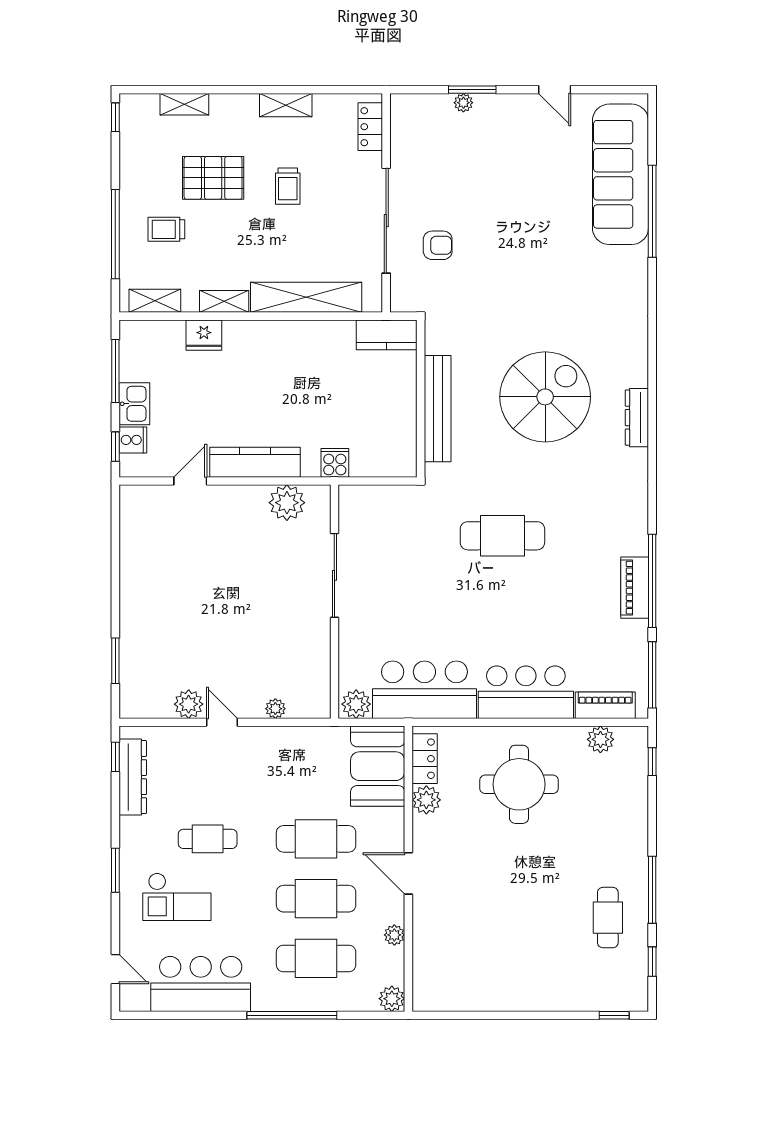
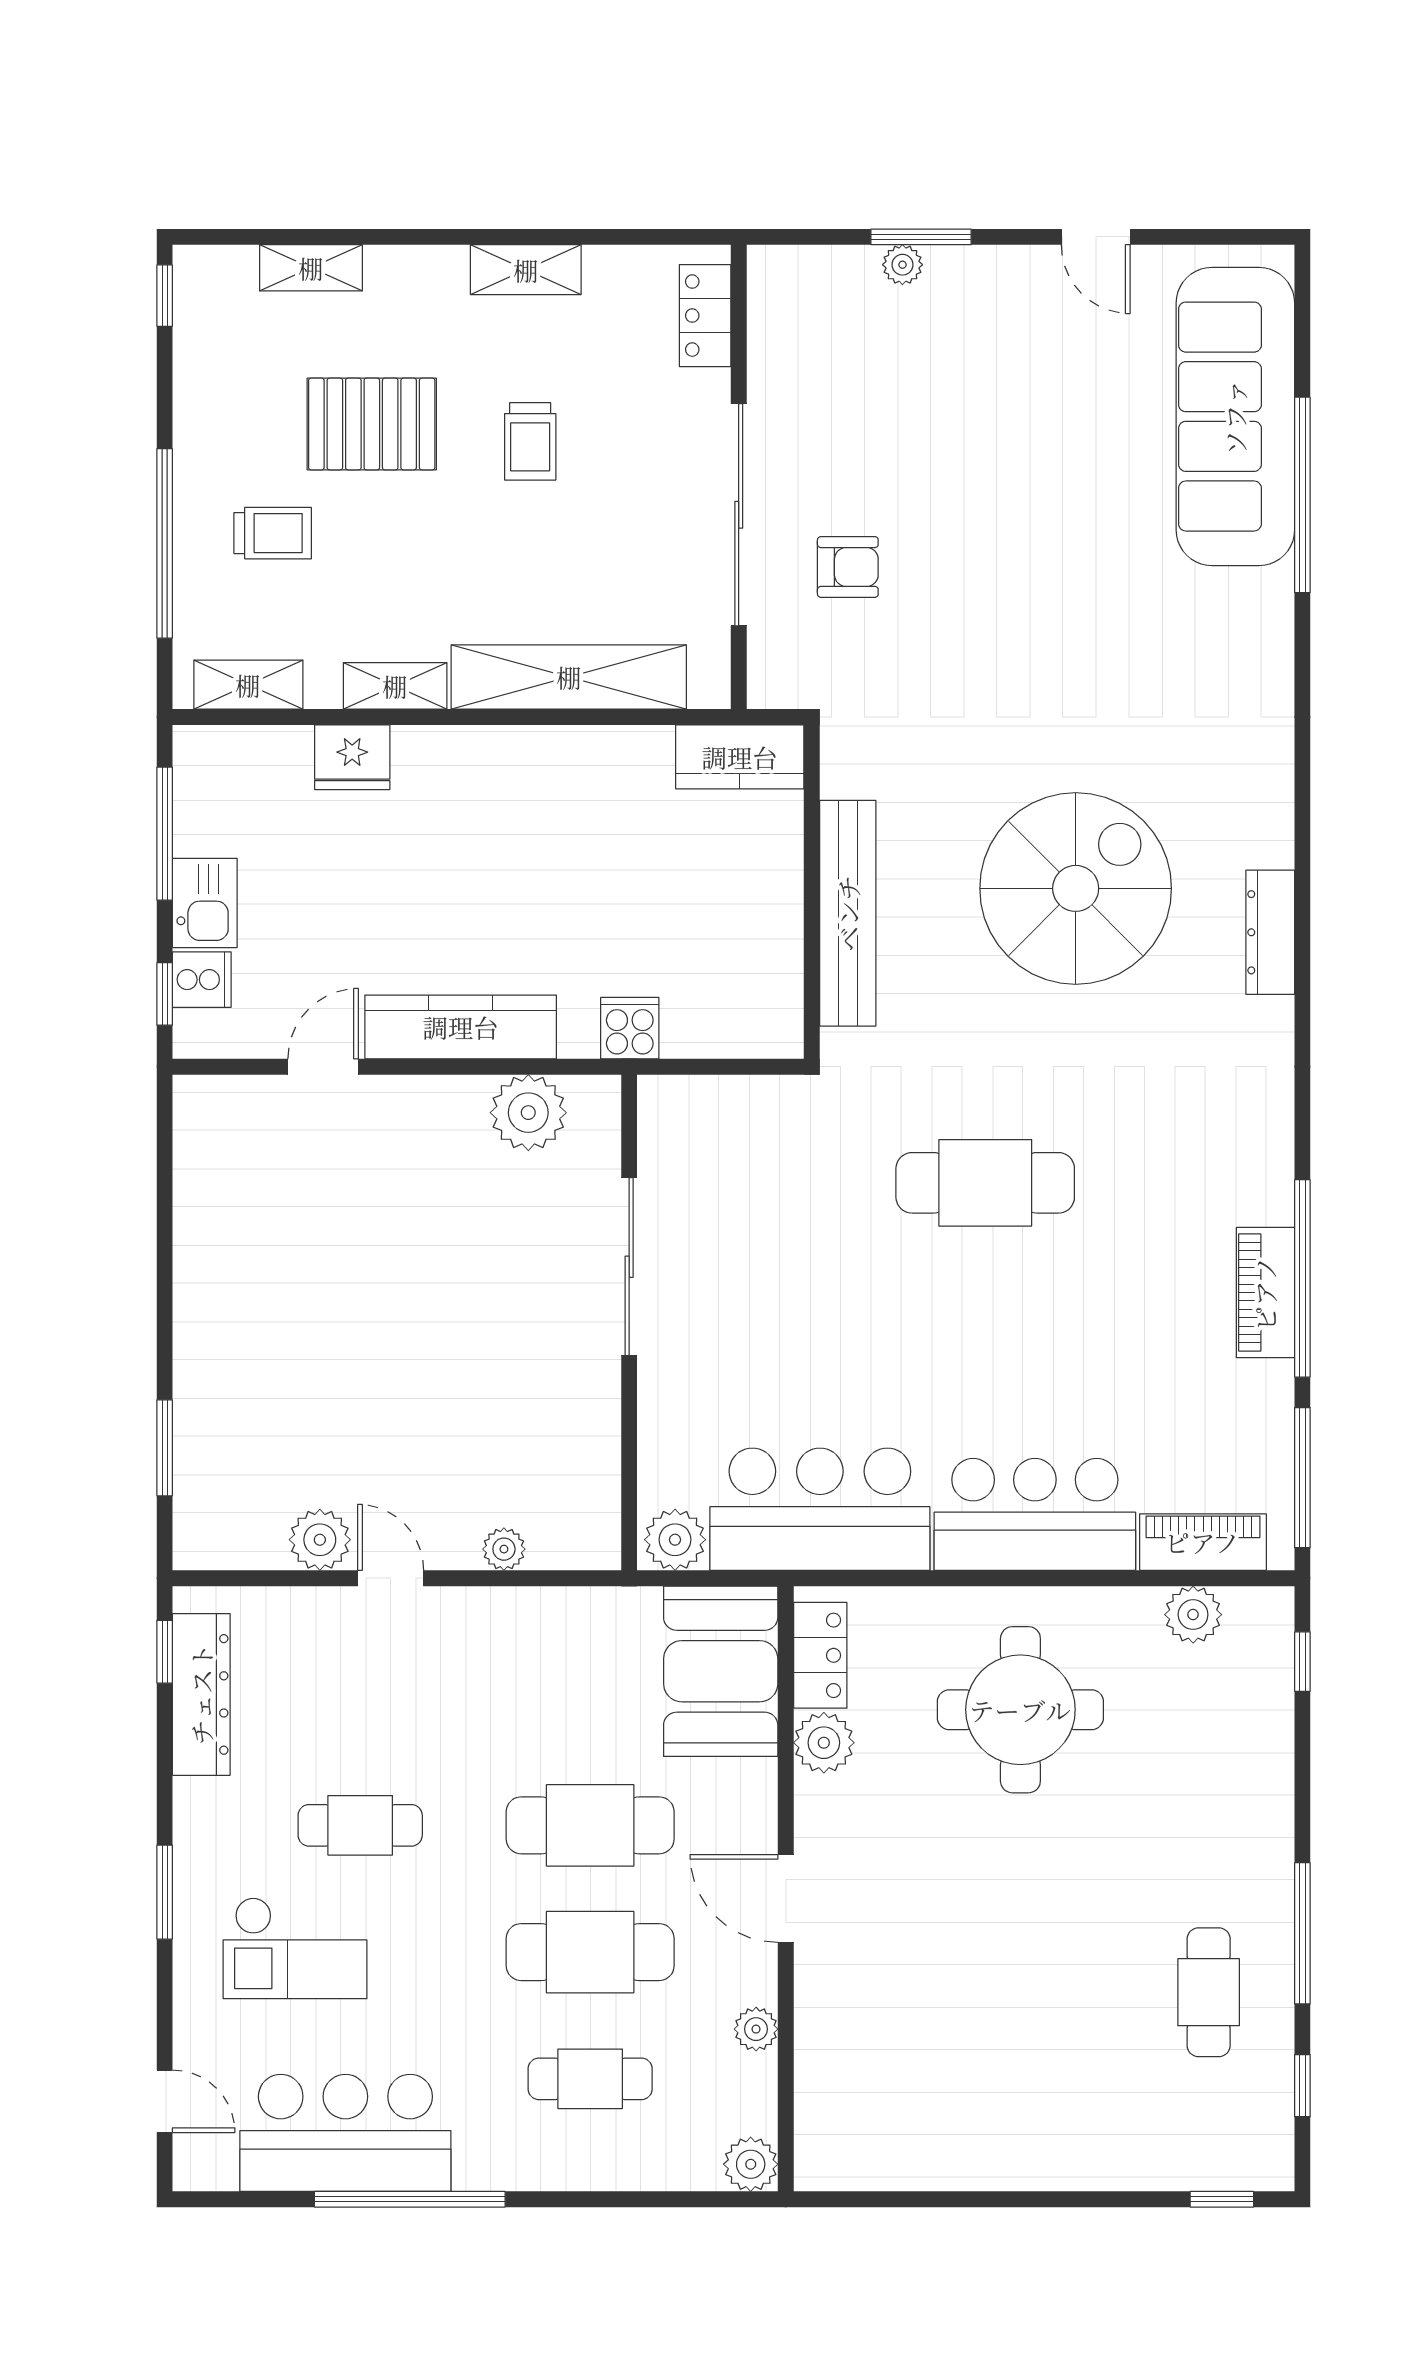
trolley: (166, 229) -> (273, 533), turned 180
cafe table: (316, 958) -> (590, 2079), width x0.73, depth x0.74
window: (292, 1015) -> (410, 2199), moved

